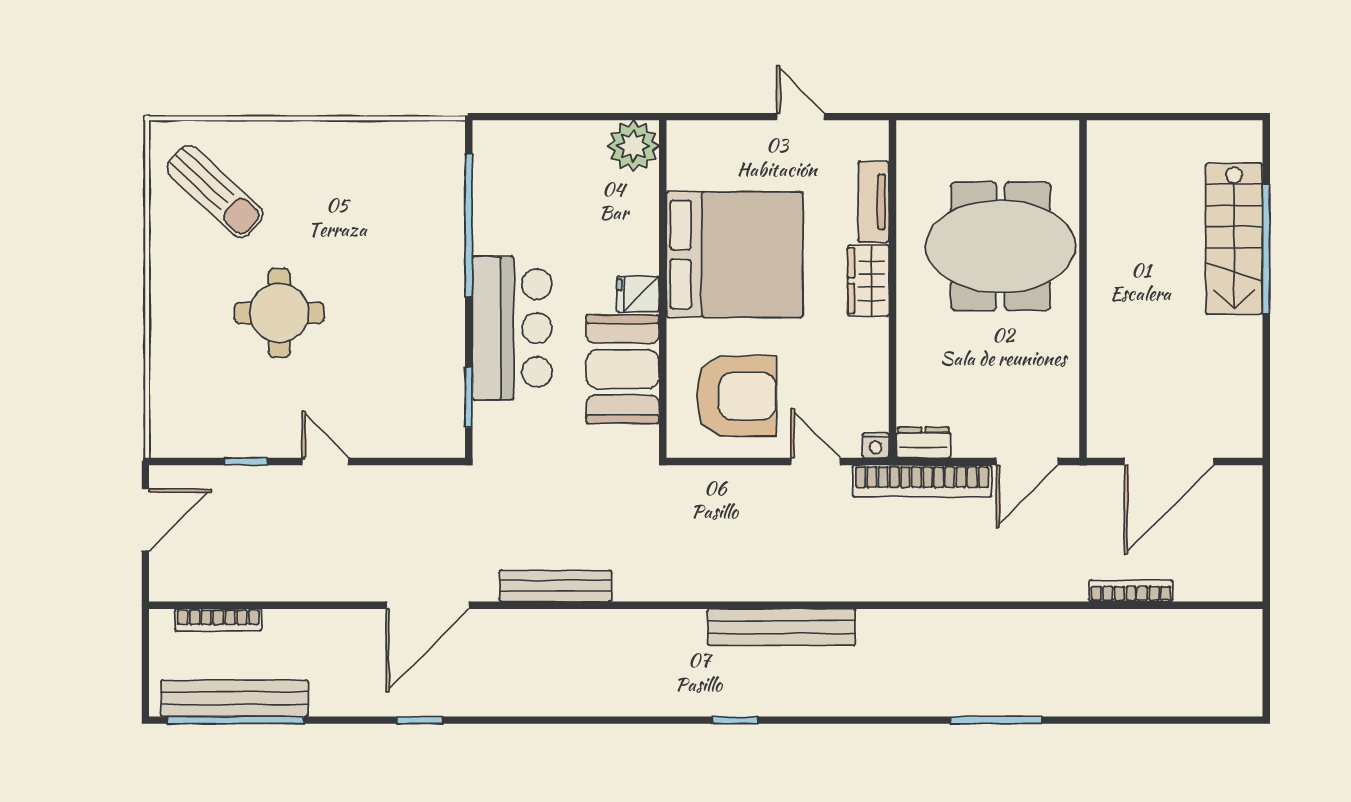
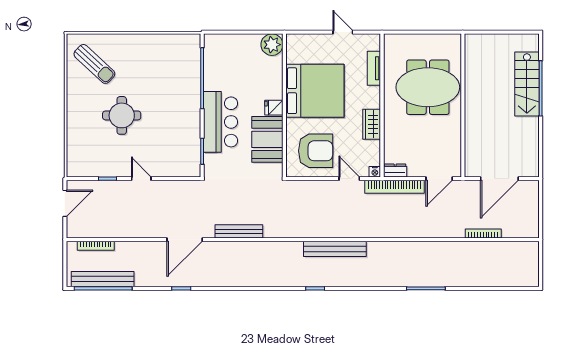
wardrobe: (868, 281) -> (372, 124), moved

